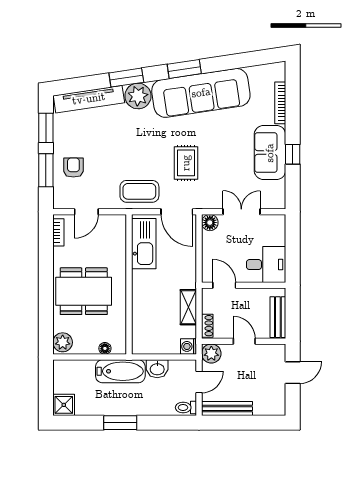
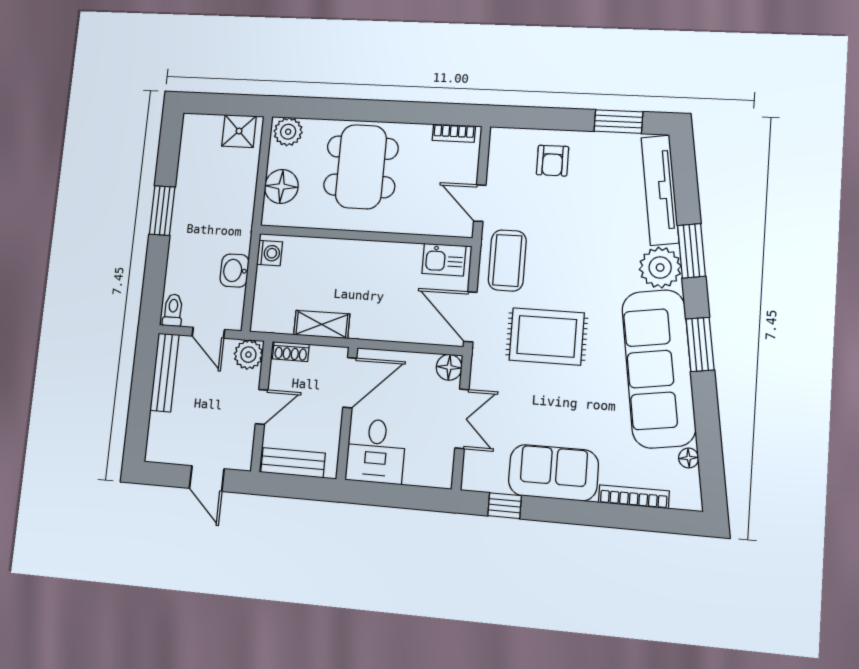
floor lamp: (254, 72) -> (689, 458), added
window: (293, 154) -> (505, 506), moved
rug: (186, 163) -> (547, 336), width x1.36, depth x1.43
armchair: (73, 168) -> (553, 161), turned 90
window: (46, 170) -> (551, 119), removed
door: (86, 212) -> (480, 203), moved
door: (177, 212) -> (470, 317), hinge flipped
kitchen sink: (144, 244) -> (444, 260), width x0.53, depth x0.81
door: (224, 285) -> (350, 383), width x1.38
washing machine: (188, 346) -> (270, 253), moved, turned 90
floor lamp: (105, 348) -> (281, 187), width x1.89, depth x1.89
bathtub: (120, 371) -> (237, 215), removed
shower: (64, 405) -> (239, 131), moved

